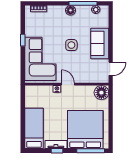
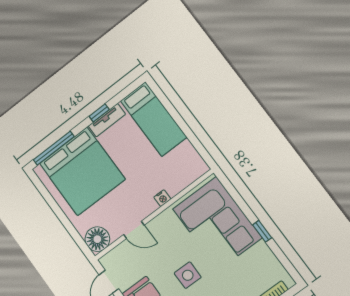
door: (68, 84) -> (134, 230), moved

